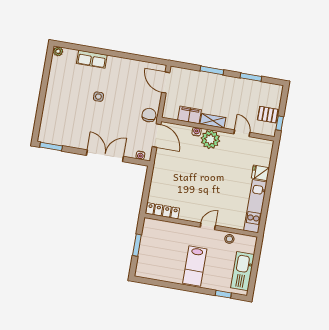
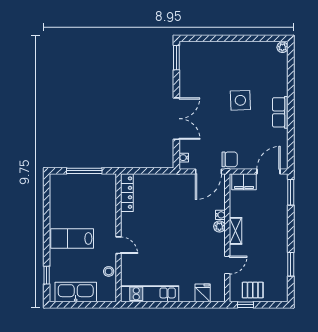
row of seats: (92, 59) -> (280, 112), moved
window: (212, 70) -> (291, 192), moved
side table: (98, 97) -> (240, 100), width x1.87, depth x1.87
filing cabinet: (190, 115) -> (244, 182), moved, turned 90
pallet: (268, 115) -> (253, 290), turned 90
plant: (210, 139) -> (219, 227), width x0.53, depth x0.53
fridge: (260, 173) -> (203, 293), moved
window: (137, 245) -> (84, 171), width x1.44

